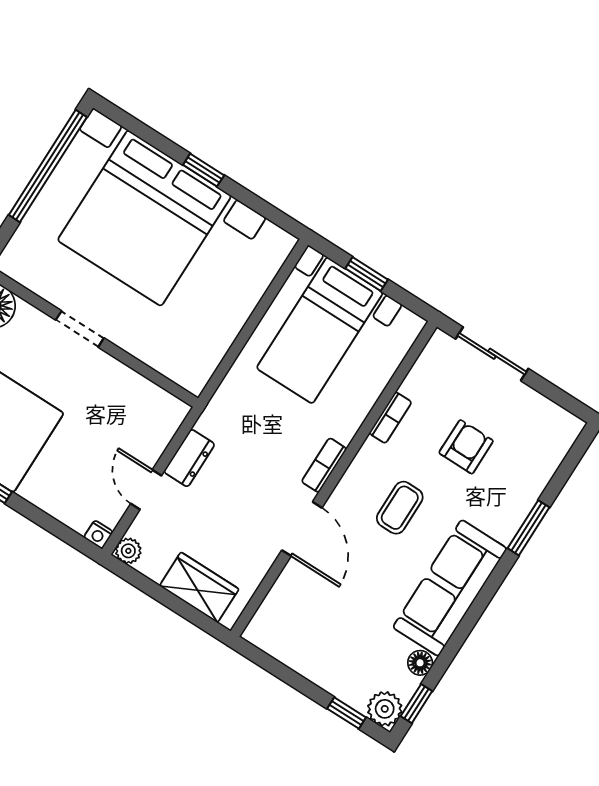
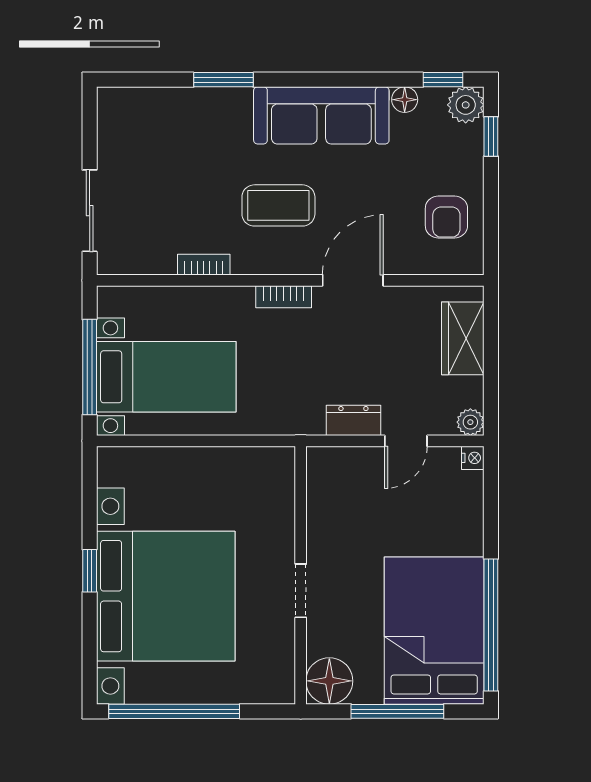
window: (367, 274) -> (90, 367), width x2.17
armchair: (466, 447) -> (446, 217), moved, turned -90
coffee table: (400, 508) -> (278, 205), width x1.36, depth x1.30

